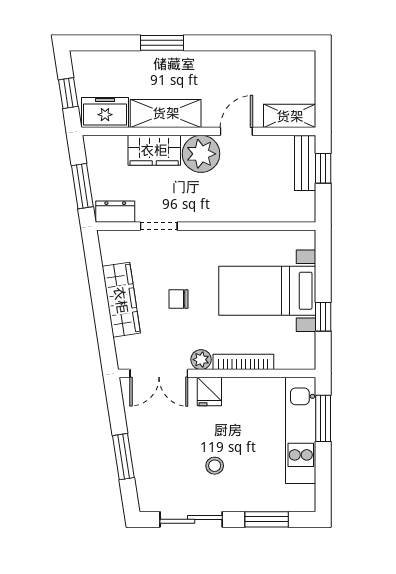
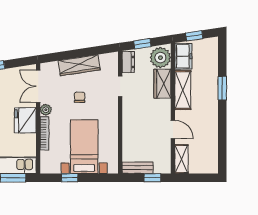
plant: (201, 154) -> (160, 58), moved
bench: (305, 163) -> (138, 168), moved
window: (82, 186) -> (142, 44), width x0.67
fridge: (209, 392) -> (25, 120), width x1.88, depth x1.34

